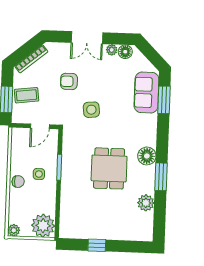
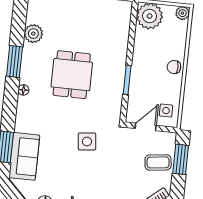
armchair: (69, 81) -> (110, 175), removed
floor lamp: (147, 156) -> (23, 90), width x0.53, depth x0.53
side table: (39, 174) -> (166, 111), moved

